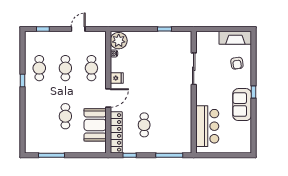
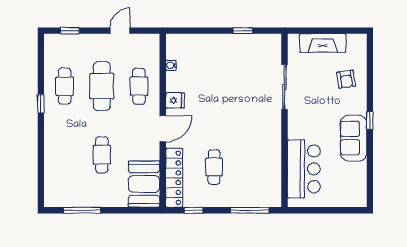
fireplace: (235, 38) -> (323, 43), moved
plant: (119, 41) -> (178, 47), removed
cafe table: (65, 68) -> (102, 86), width x1.37, depth x1.35
booth: (95, 125) -> (144, 184), moved

